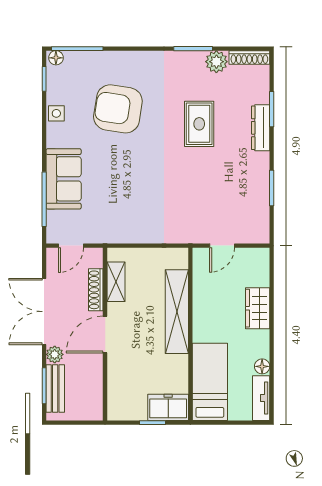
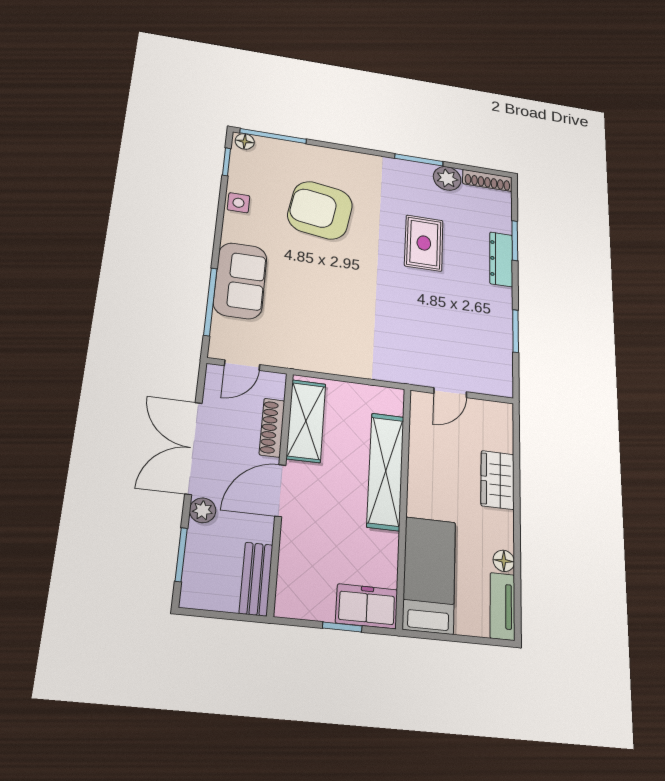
shelving: (116, 282) -> (306, 421), width x1.50, depth x1.33
bench: (55, 388) -> (256, 579), moved

